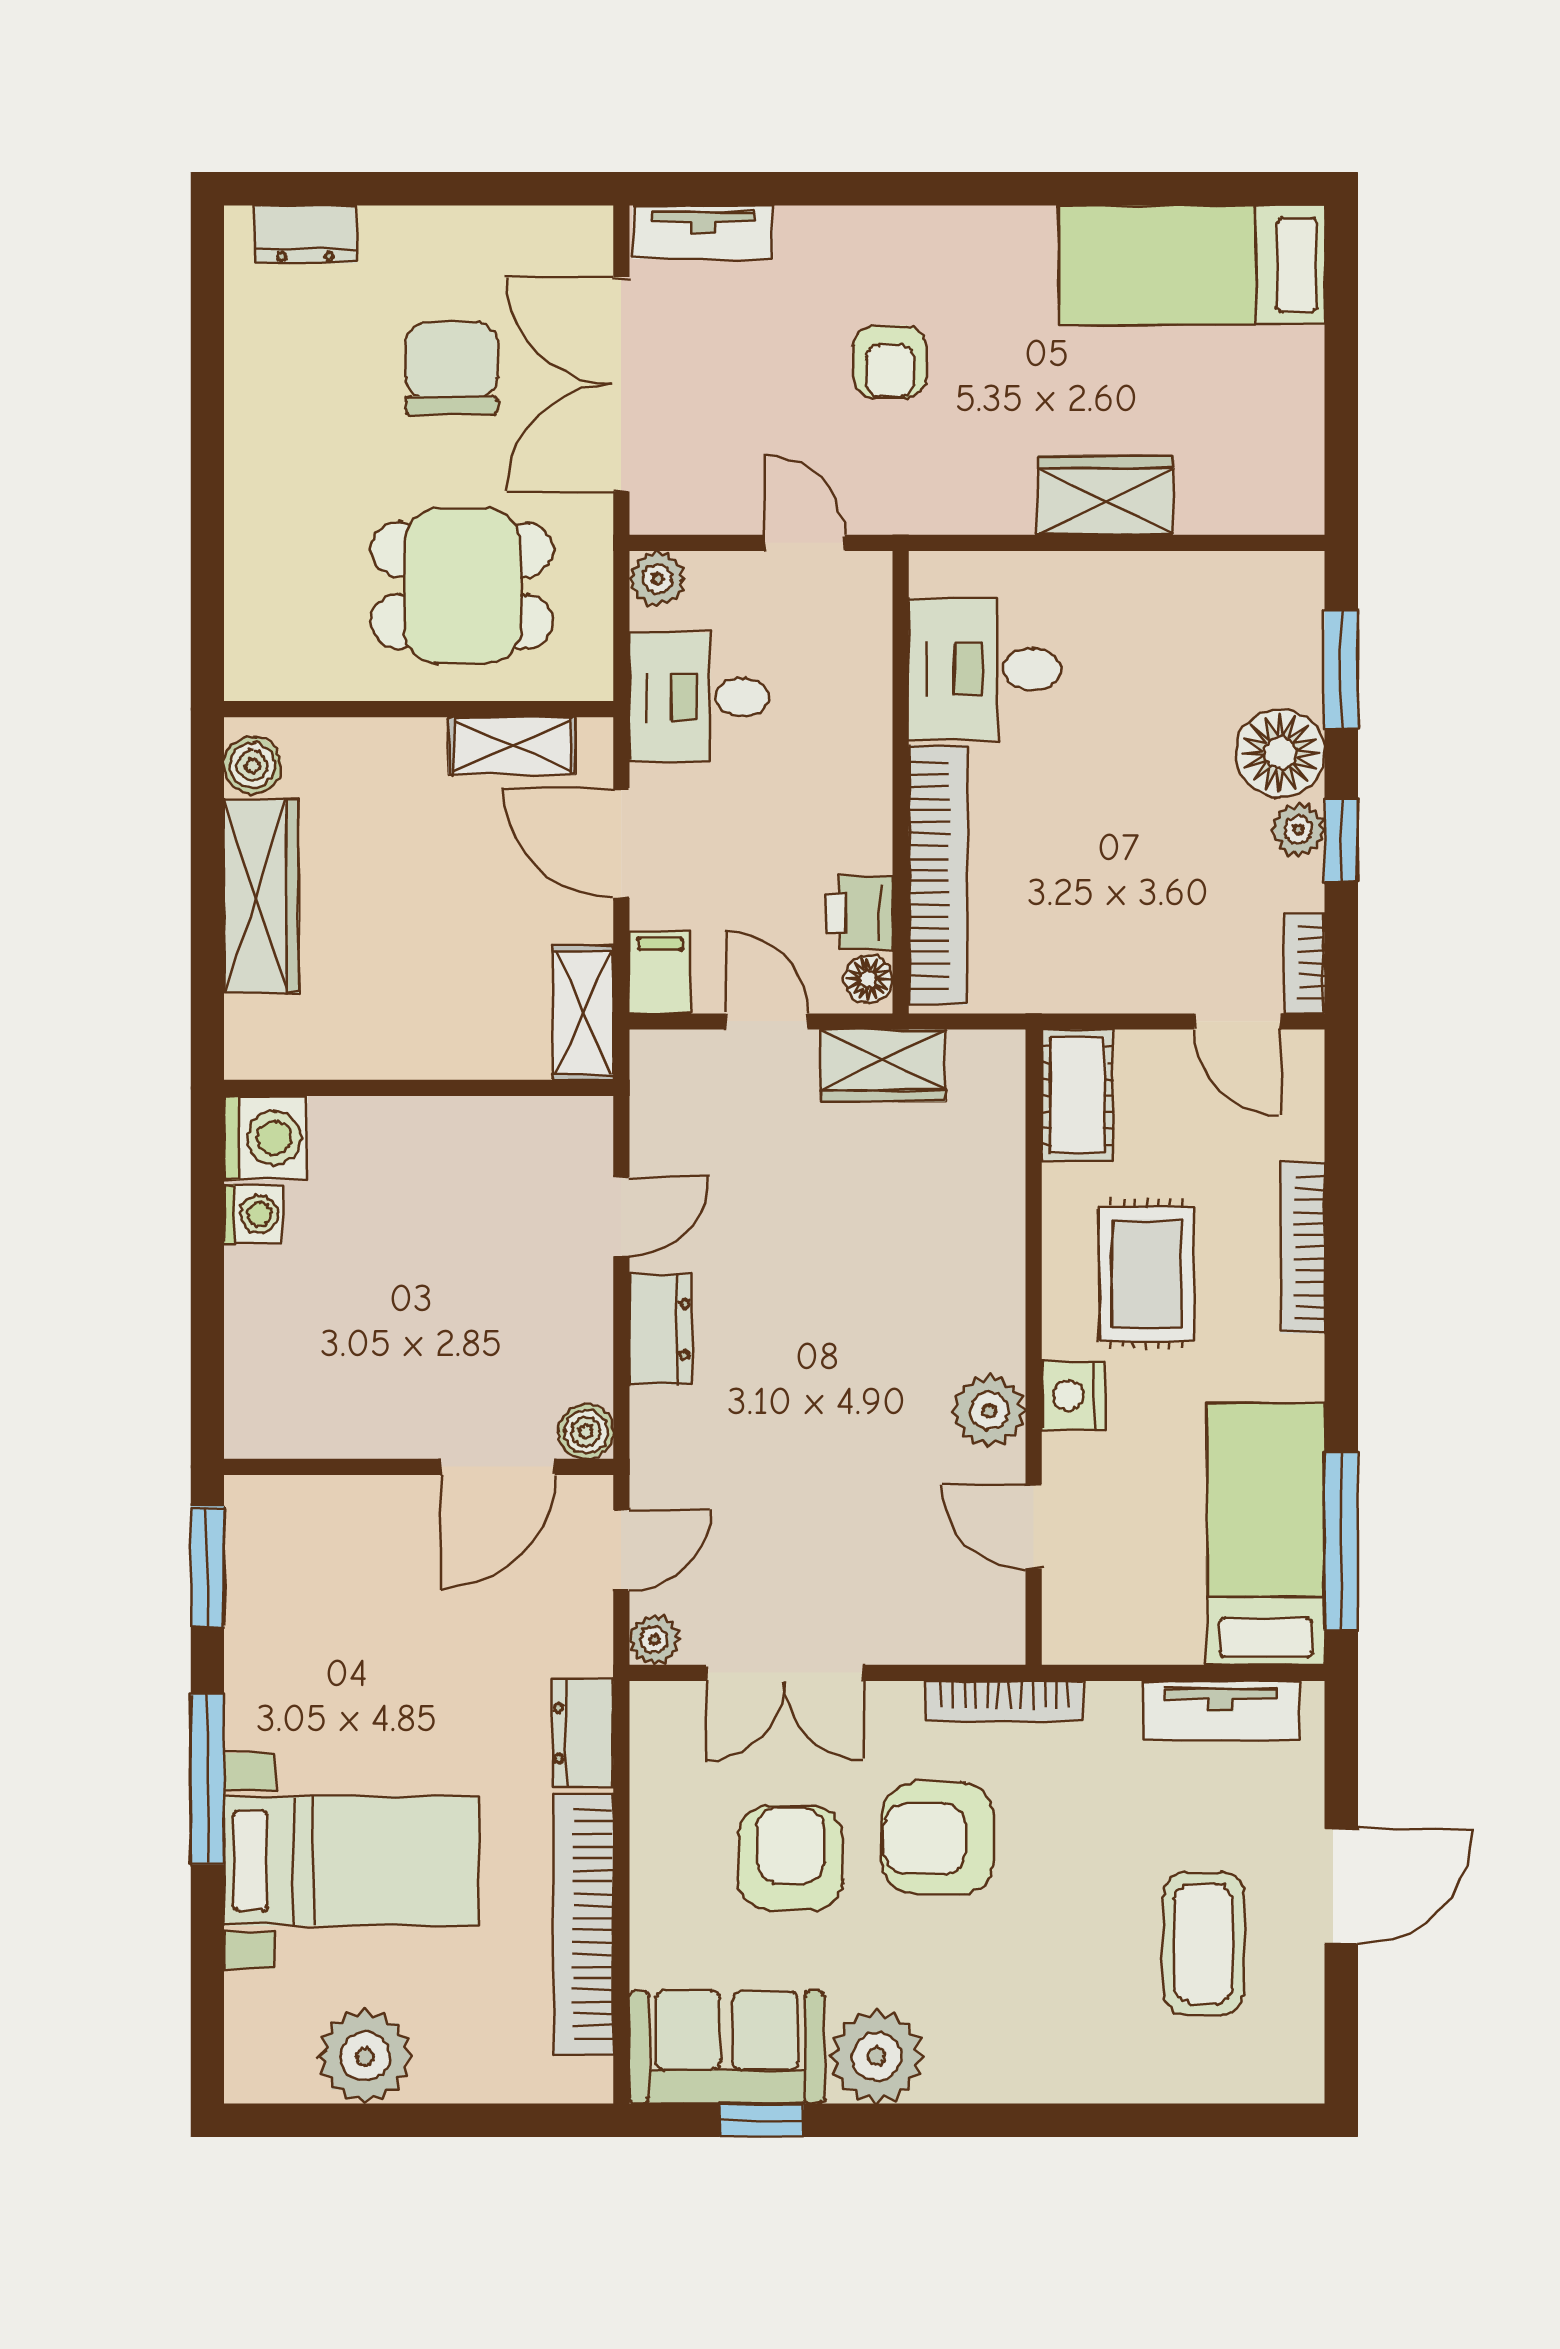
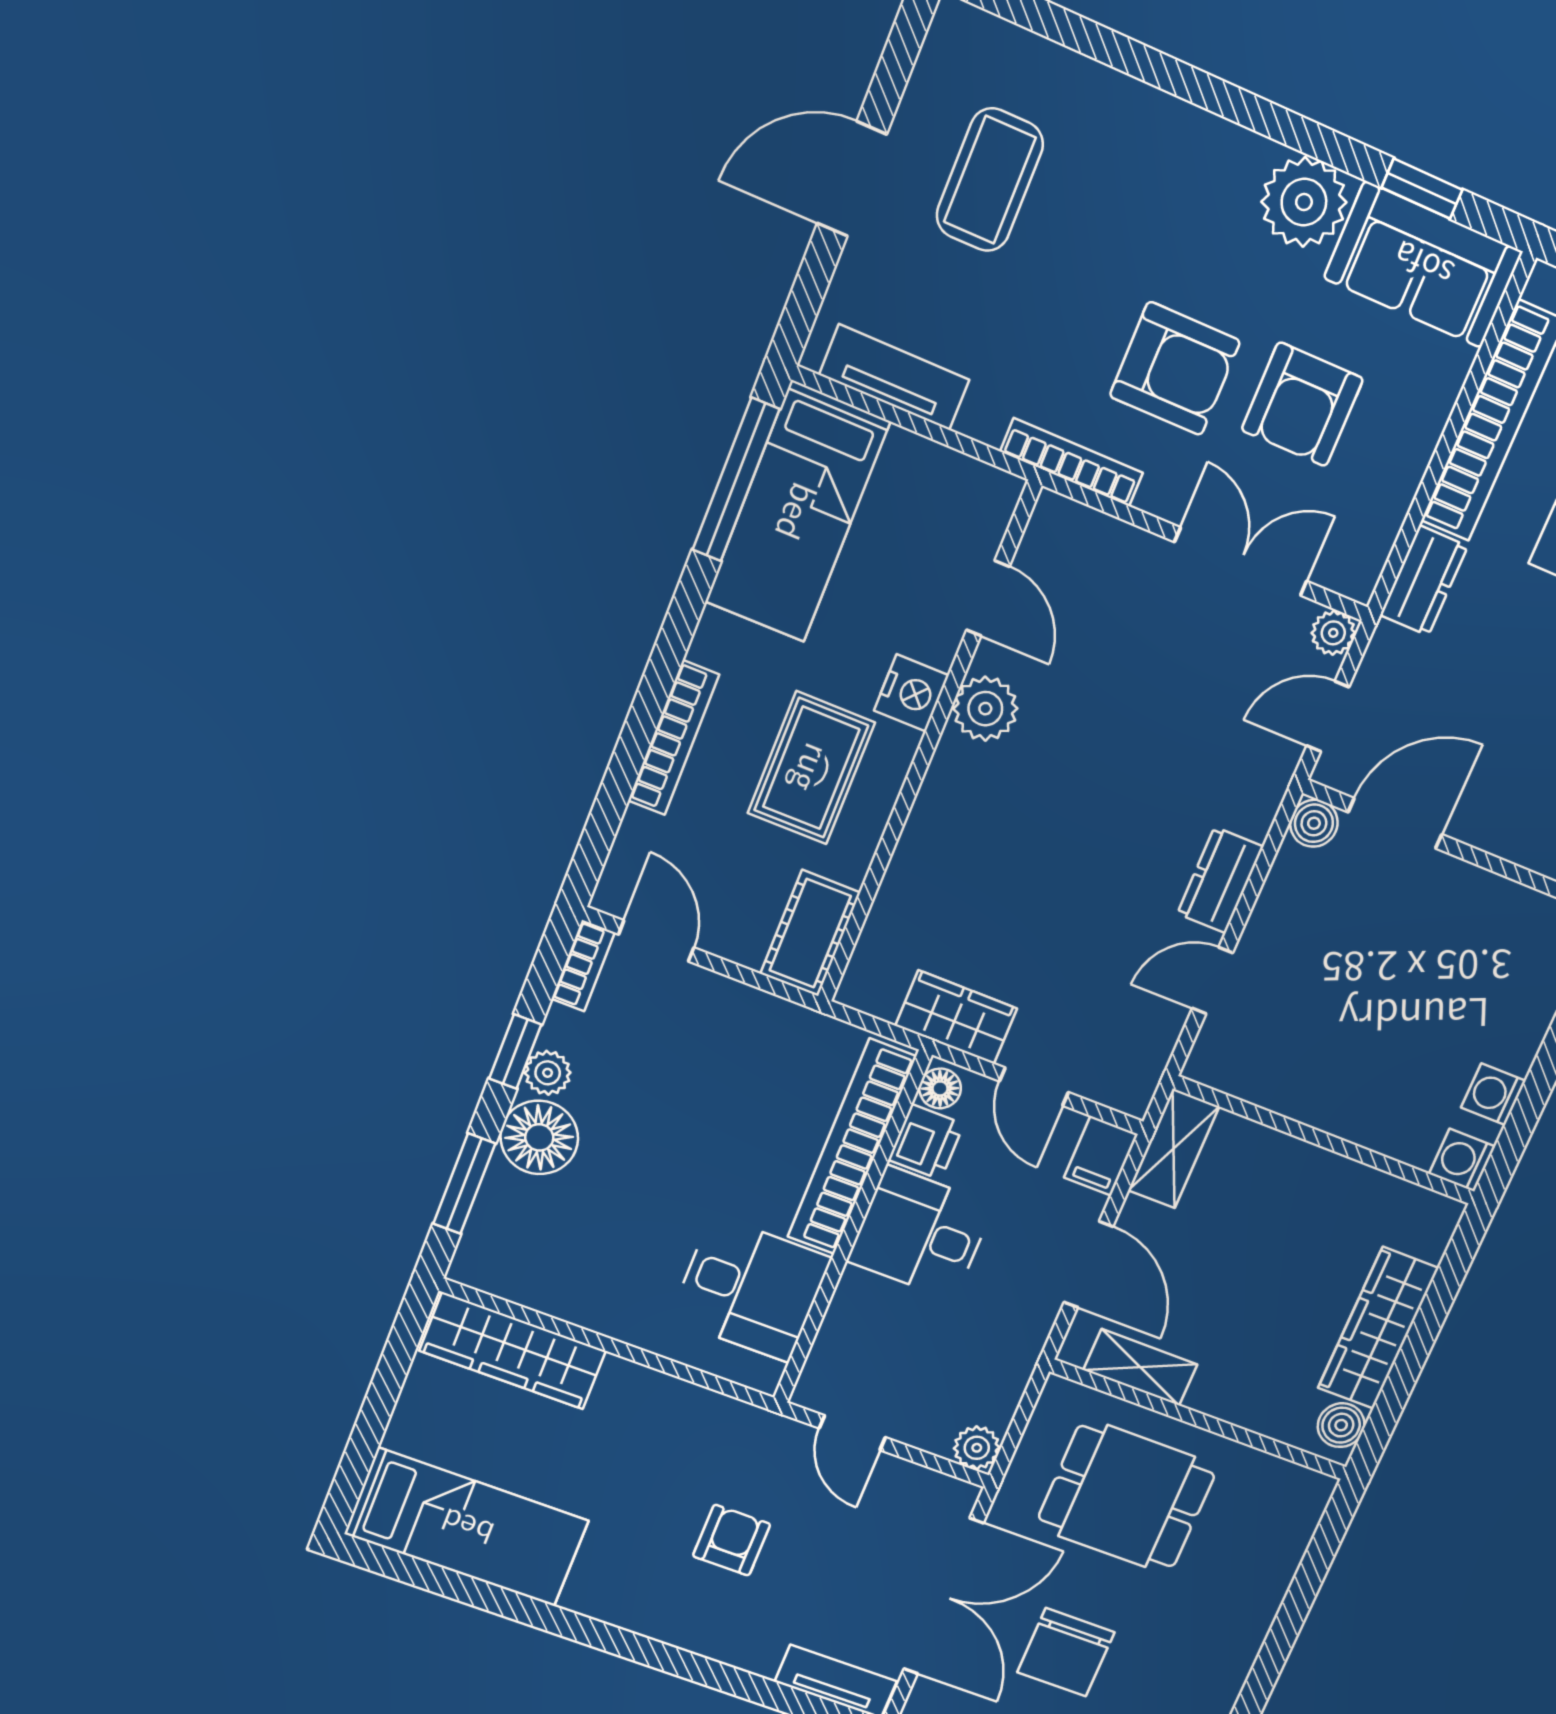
wardrobe: (1105, 495) -> (513, 1351), moved, width x1.50
desk: (699, 697) -> (920, 1233), moved, turned 180
washing machine: (266, 1138) -> (1462, 1160), width x0.73, depth x0.73

